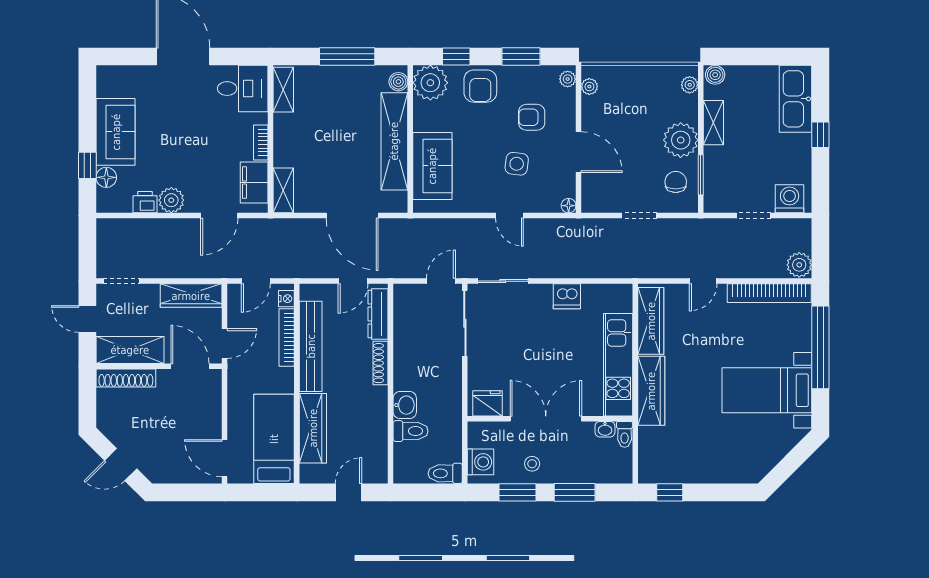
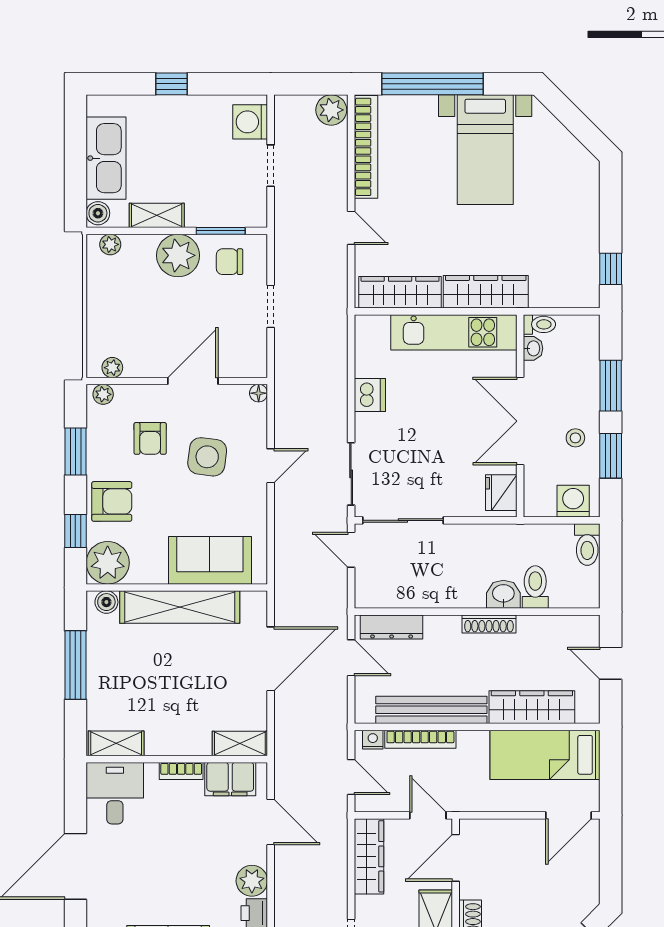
kitchen sink: (796, 99) -> (106, 158), moved, turned -90
side table: (517, 164) -> (207, 457), width x1.37, depth x1.37
shoe rack: (381, 363) -> (489, 624), moved

